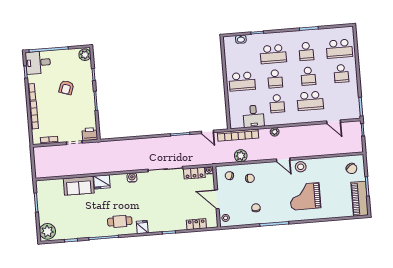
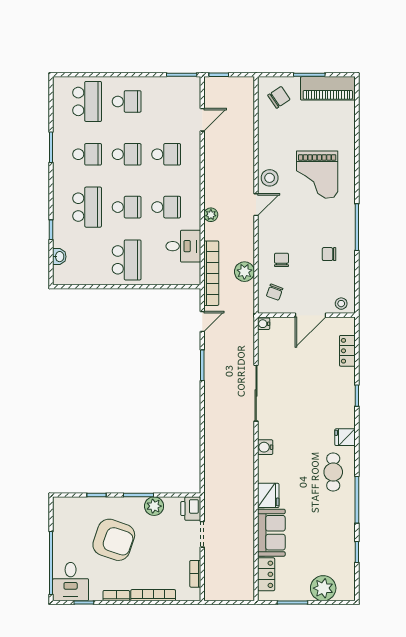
plant: (85, 55) -> (154, 506), moved
armchair: (66, 87) -> (114, 540), width x1.88, depth x1.88
school desk: (310, 101) -> (166, 154), width x0.54
locker: (194, 173) -> (266, 574), moved
plant: (47, 231) -> (323, 588), moved

